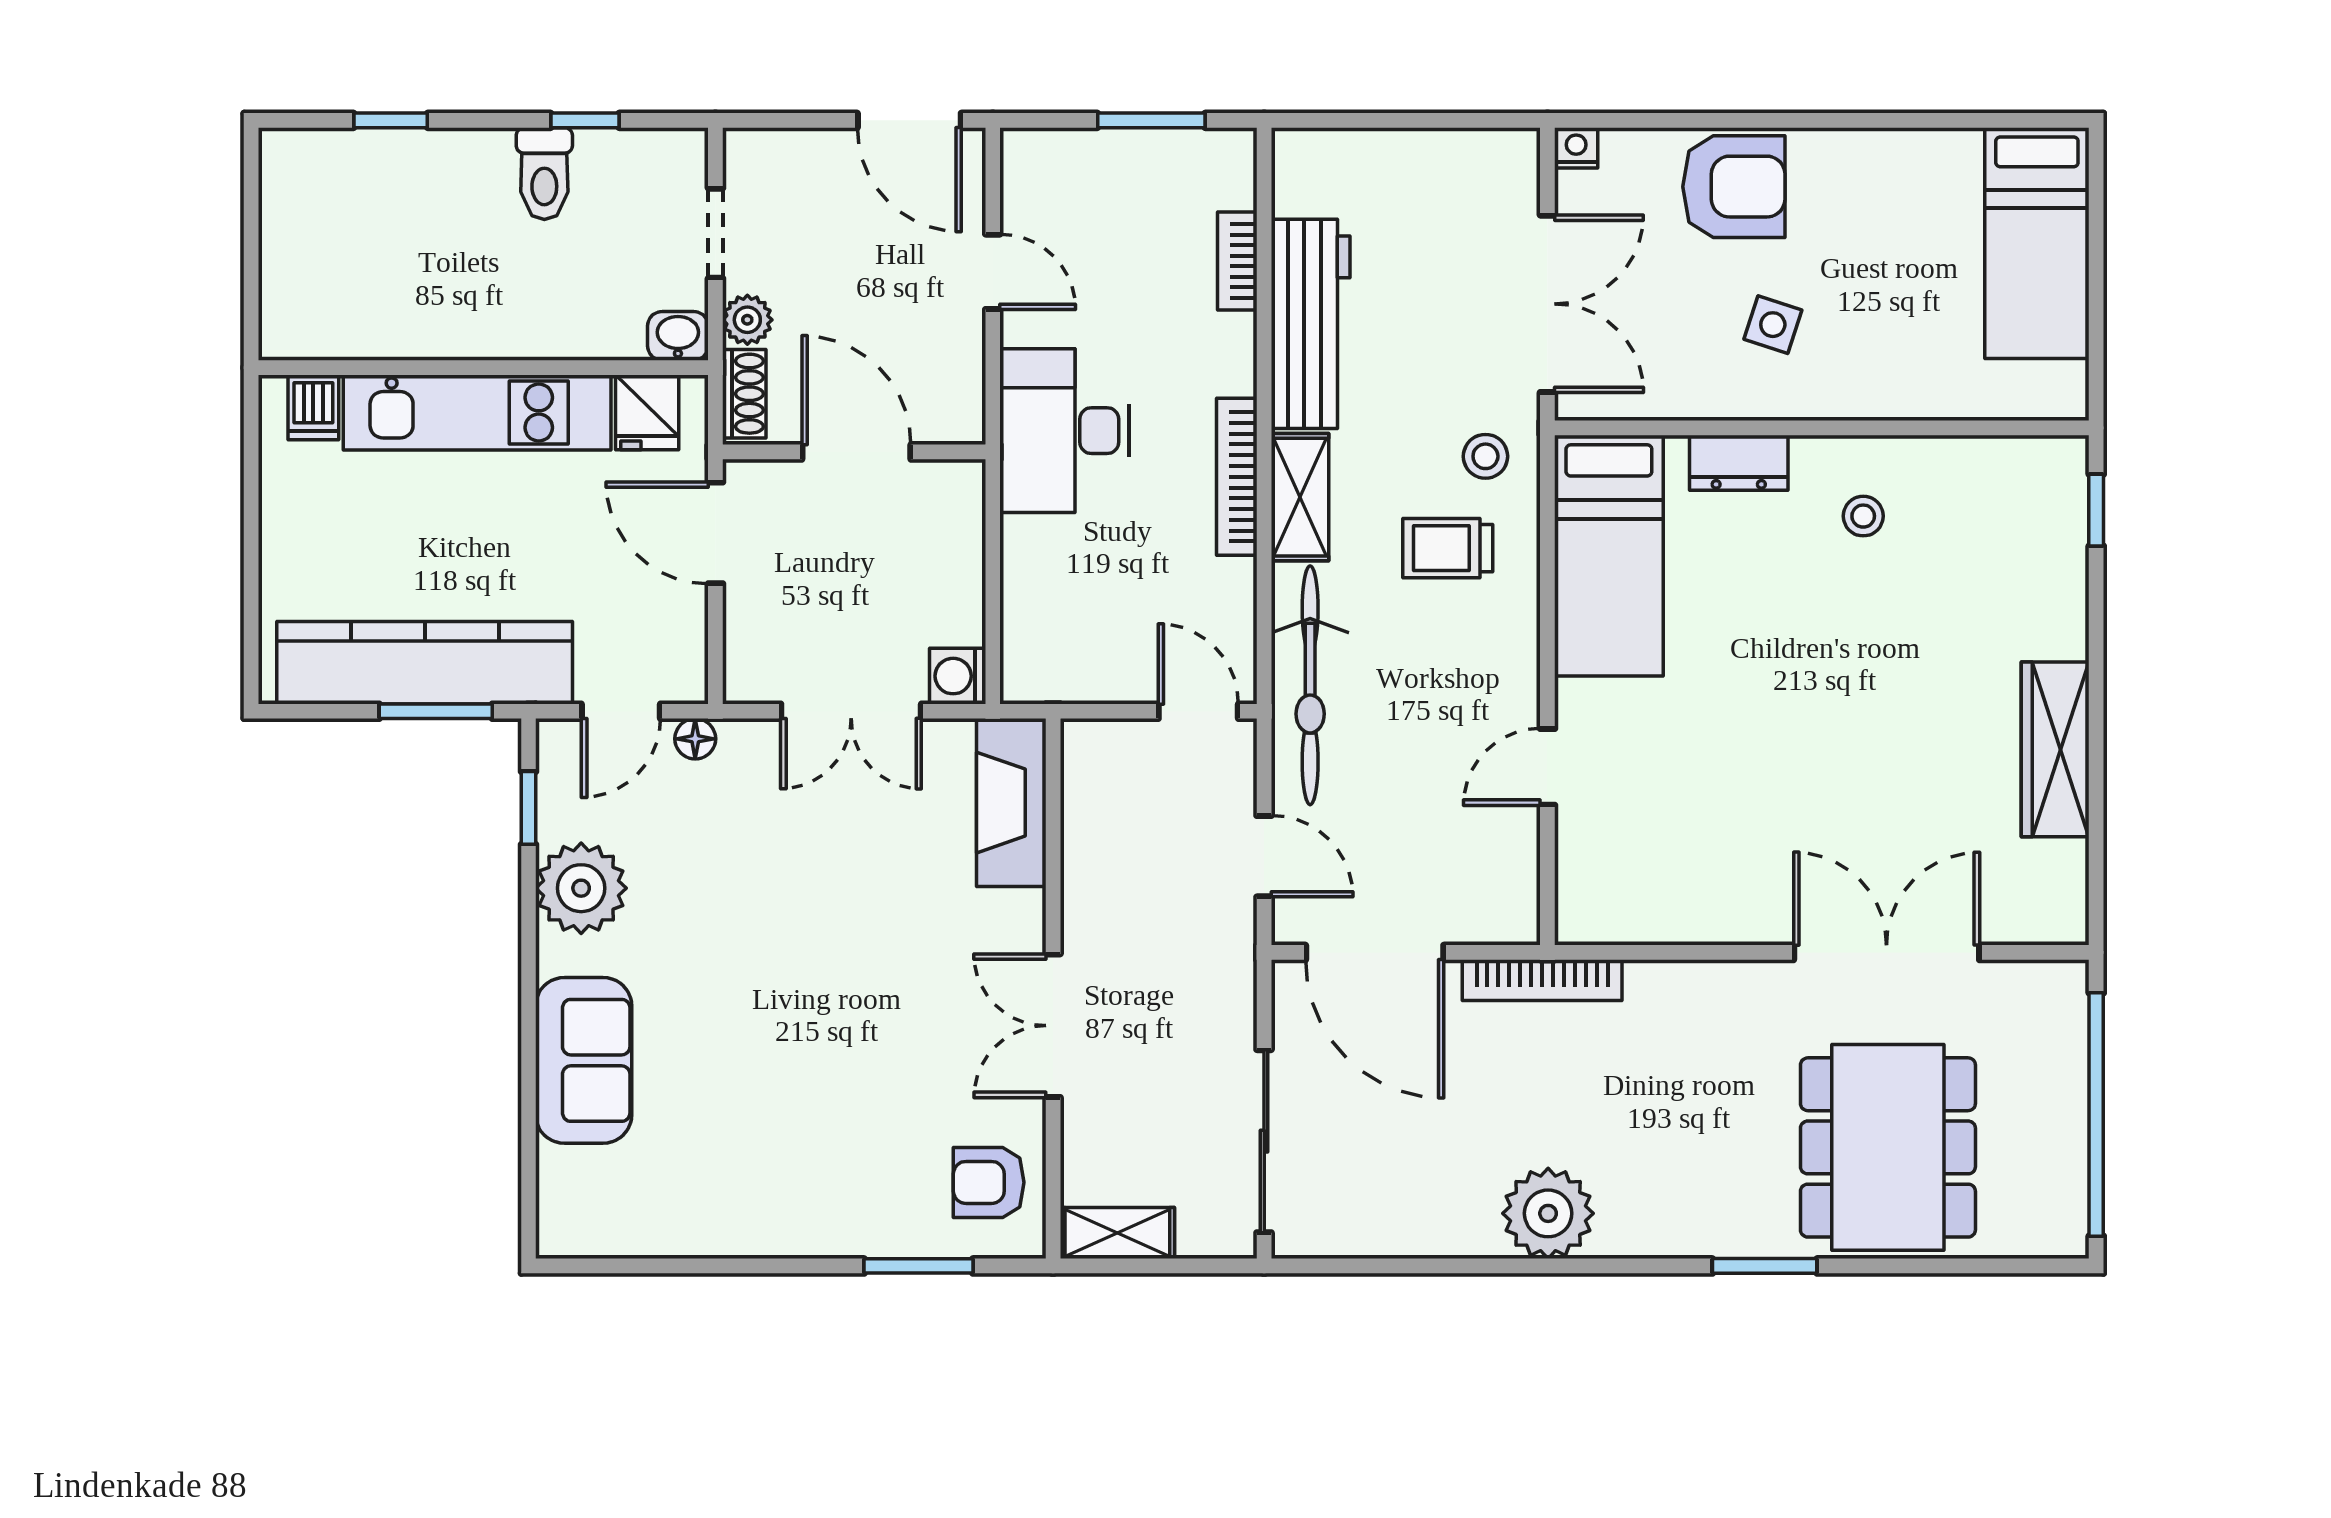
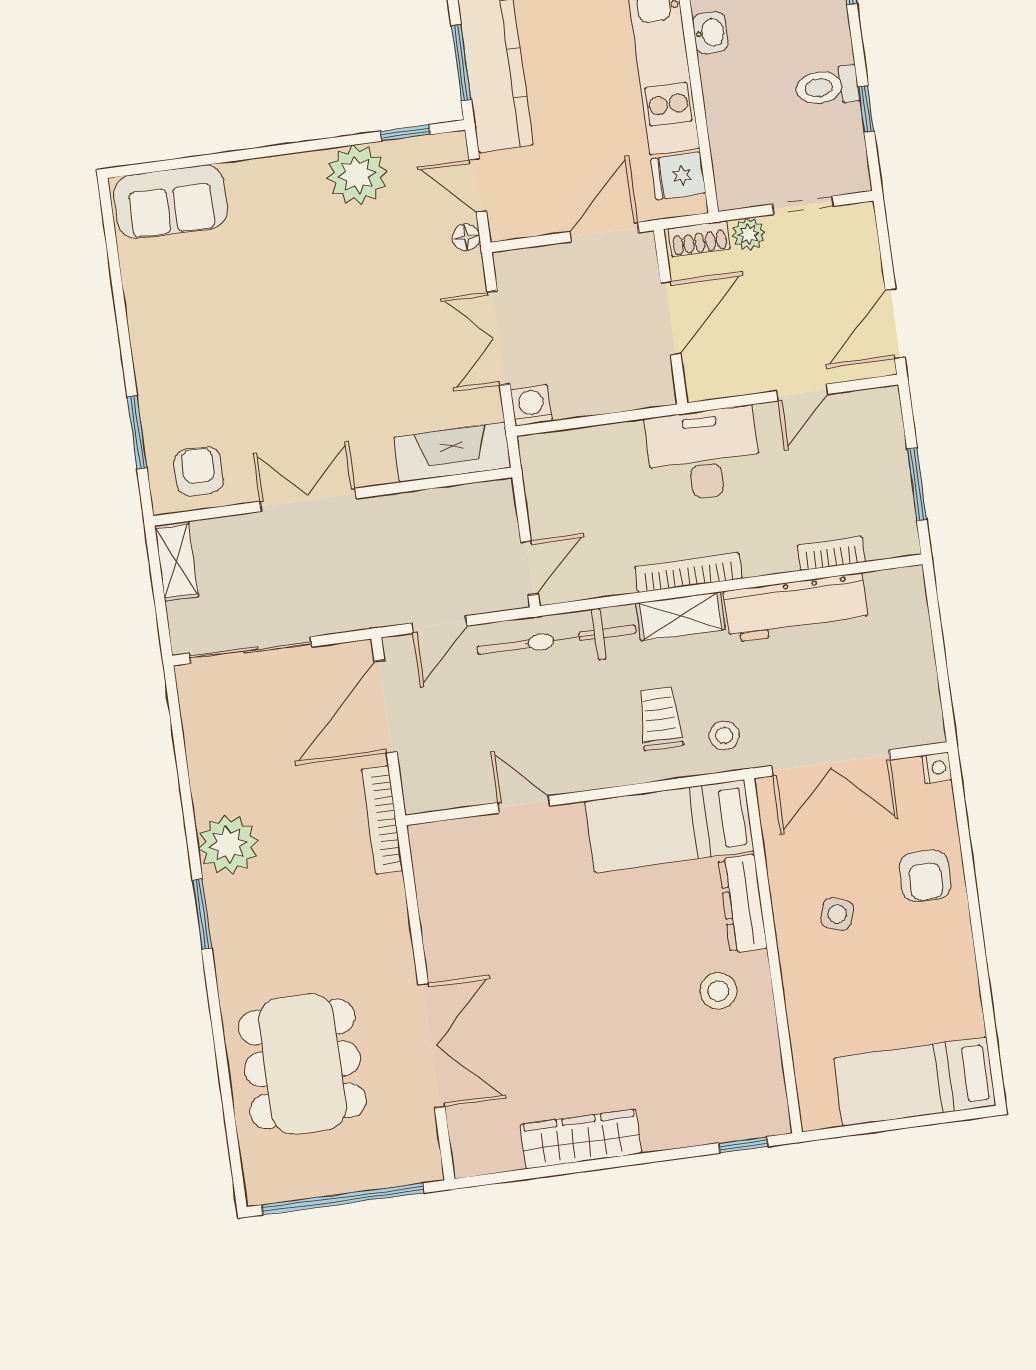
armchair: (1734, 187) -> (925, 876), width x0.72, depth x0.72
washbasin: (678, 336) -> (710, 33), moved
dresser: (1739, 463) -> (743, 904), width x1.44
stool: (1863, 516) -> (718, 991), width x1.37, depth x1.37
sofa: (584, 1060) -> (171, 202), moved
dining table: (1888, 1147) -> (302, 1064), turned 90
window: (1765, 1266) -> (202, 914), moved

